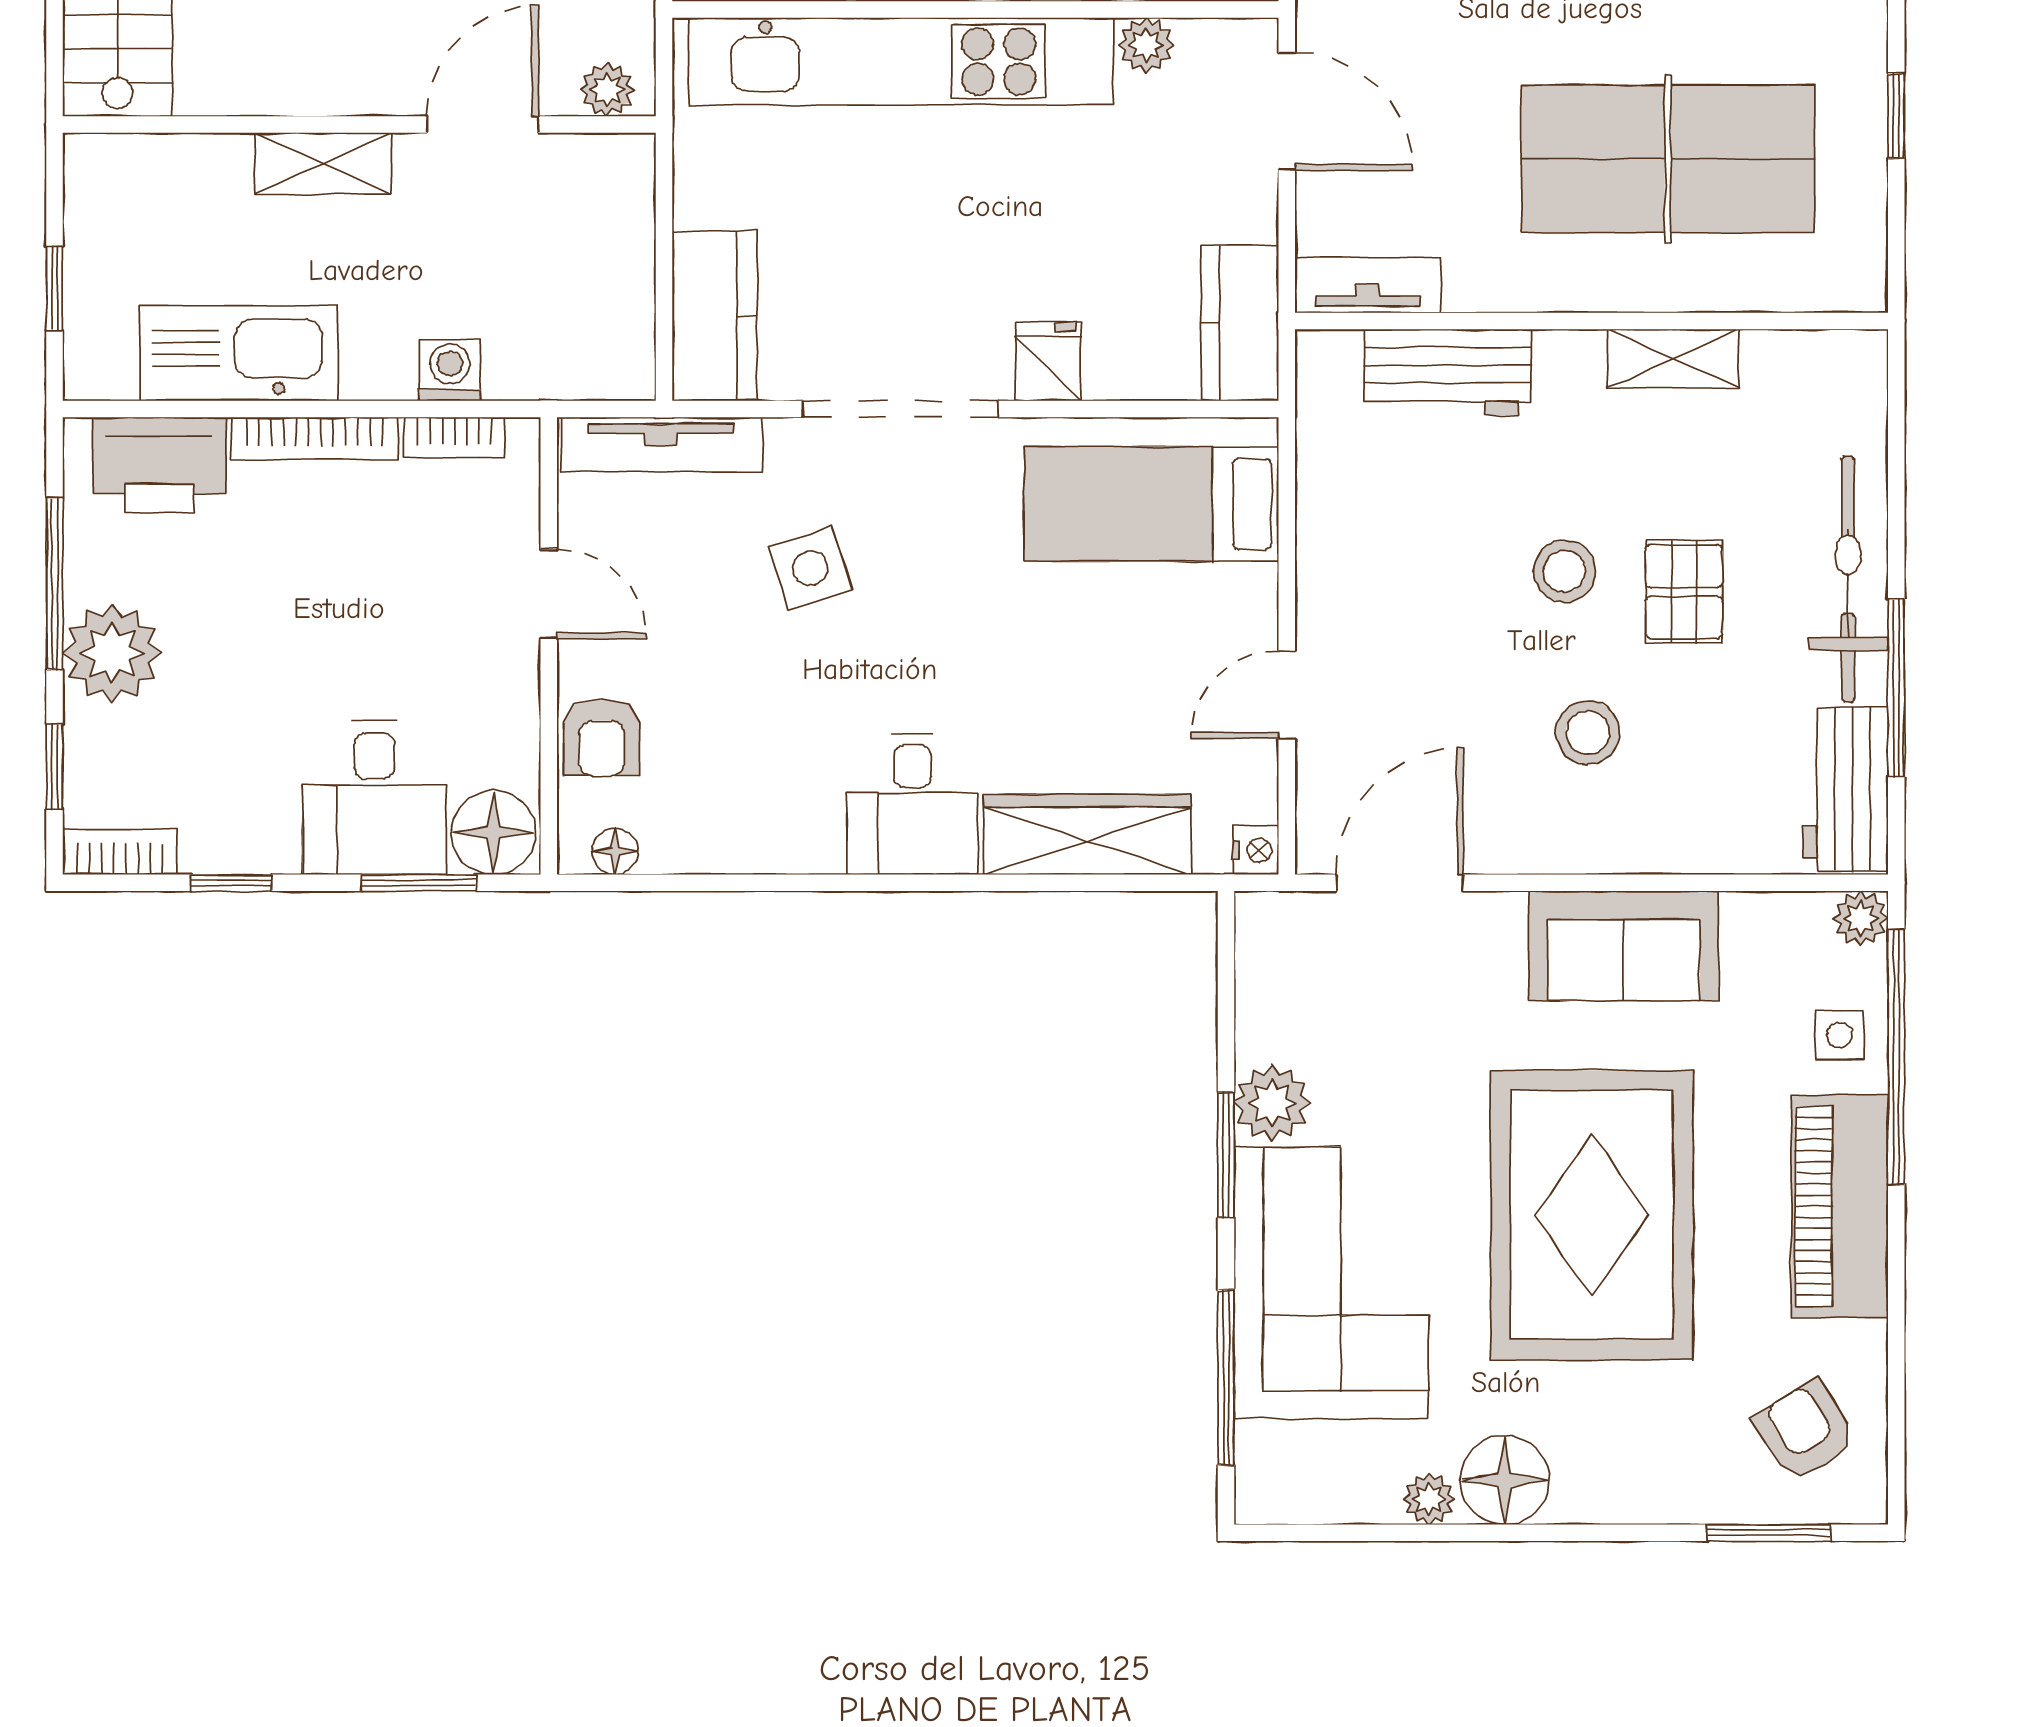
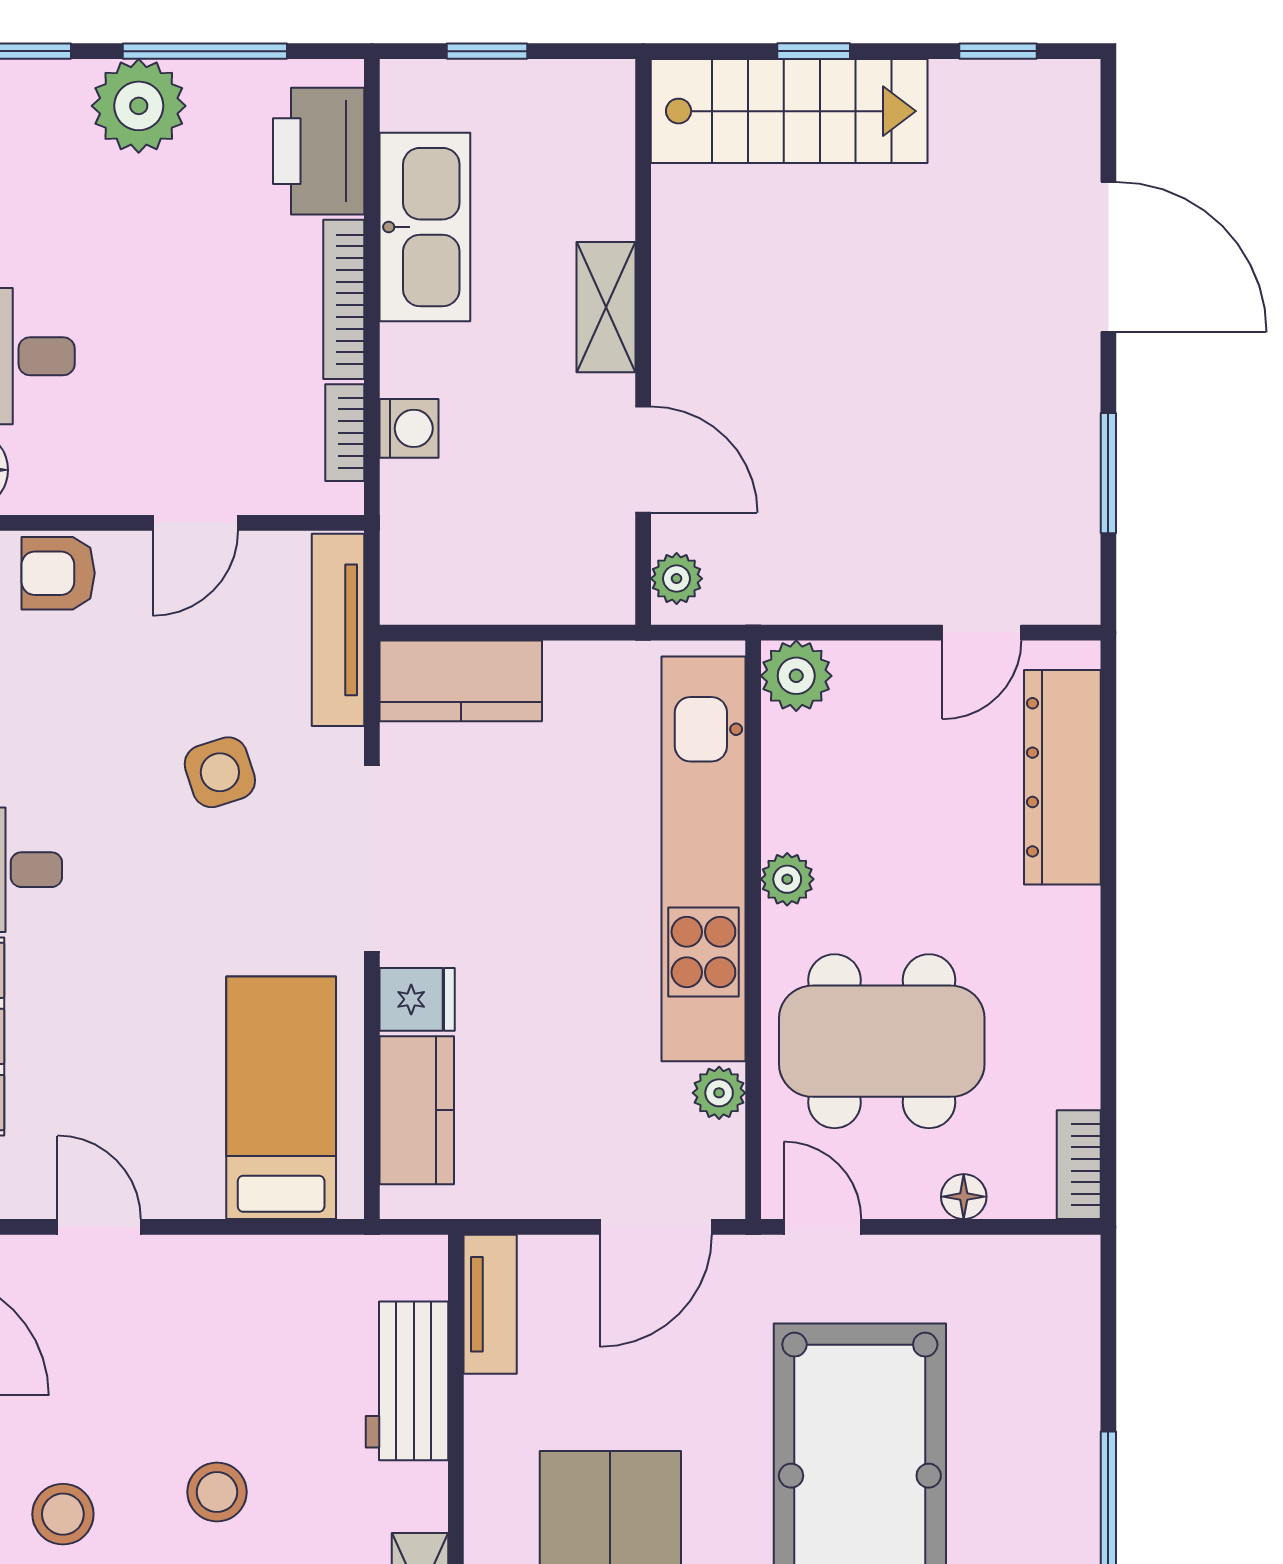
kitchen counter: (1240, 323) -> (417, 1110), moved, turned 90

